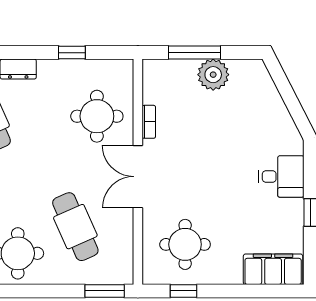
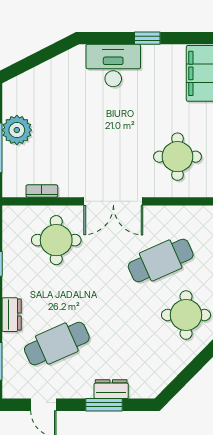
bookcase: (149, 122) -> (42, 191), moved
desk: (281, 176) -> (113, 66), width x1.37

